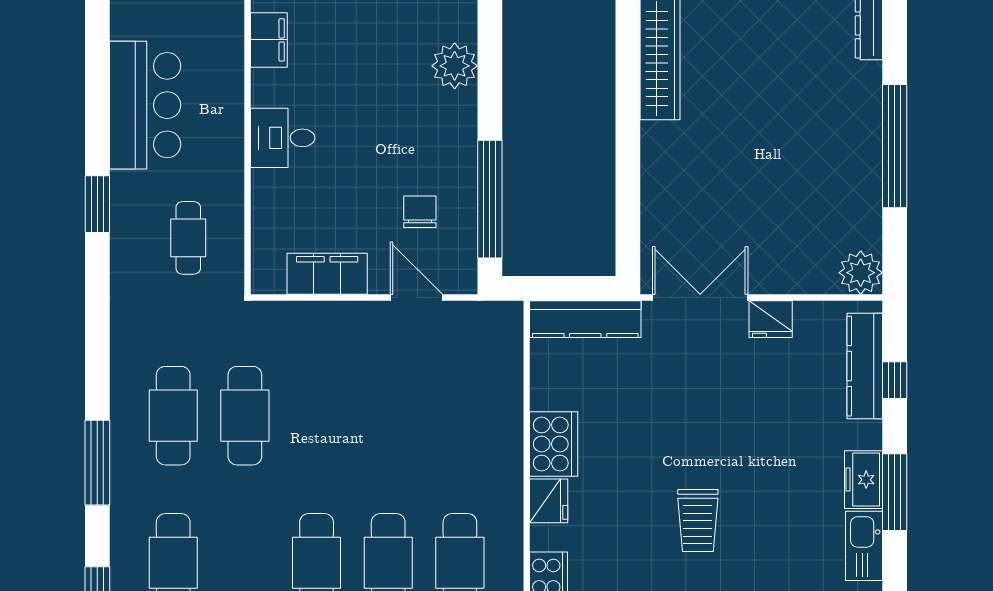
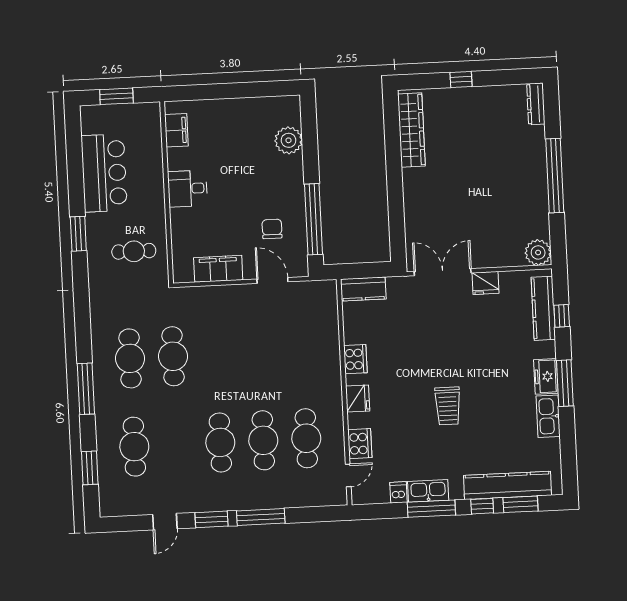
cafe table: (188, 238) -> (134, 251), turned 90
kitchen counter: (585, 319) -> (363, 289), width x0.67
cooker: (554, 444) -> (355, 359), width x0.73, depth x0.76

